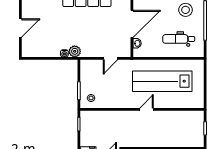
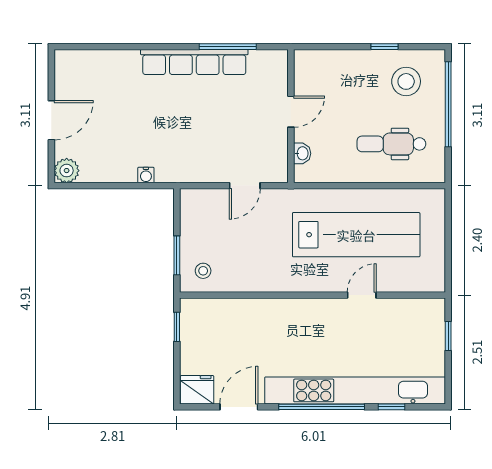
door: (132, 24) -> (291, 112), width x0.53
plant: (75, 51) -> (67, 171), moved
lab bench: (162, 81) -> (356, 235), turned 180
door: (147, 109) -> (362, 295), moved

